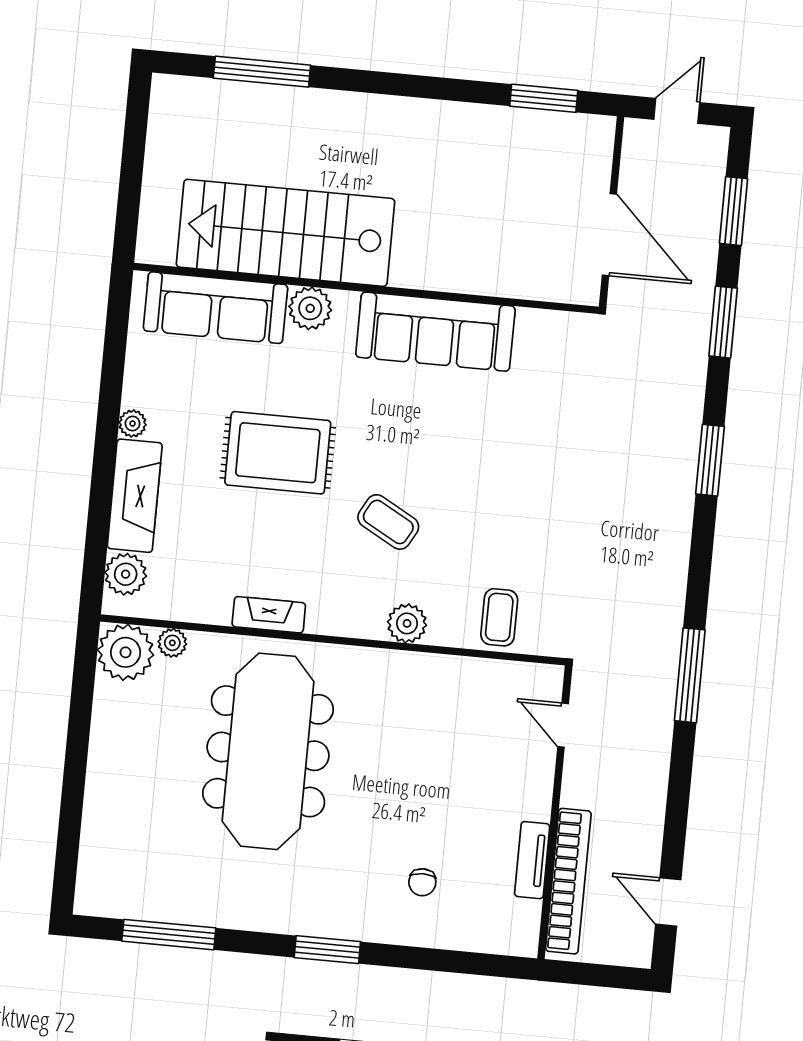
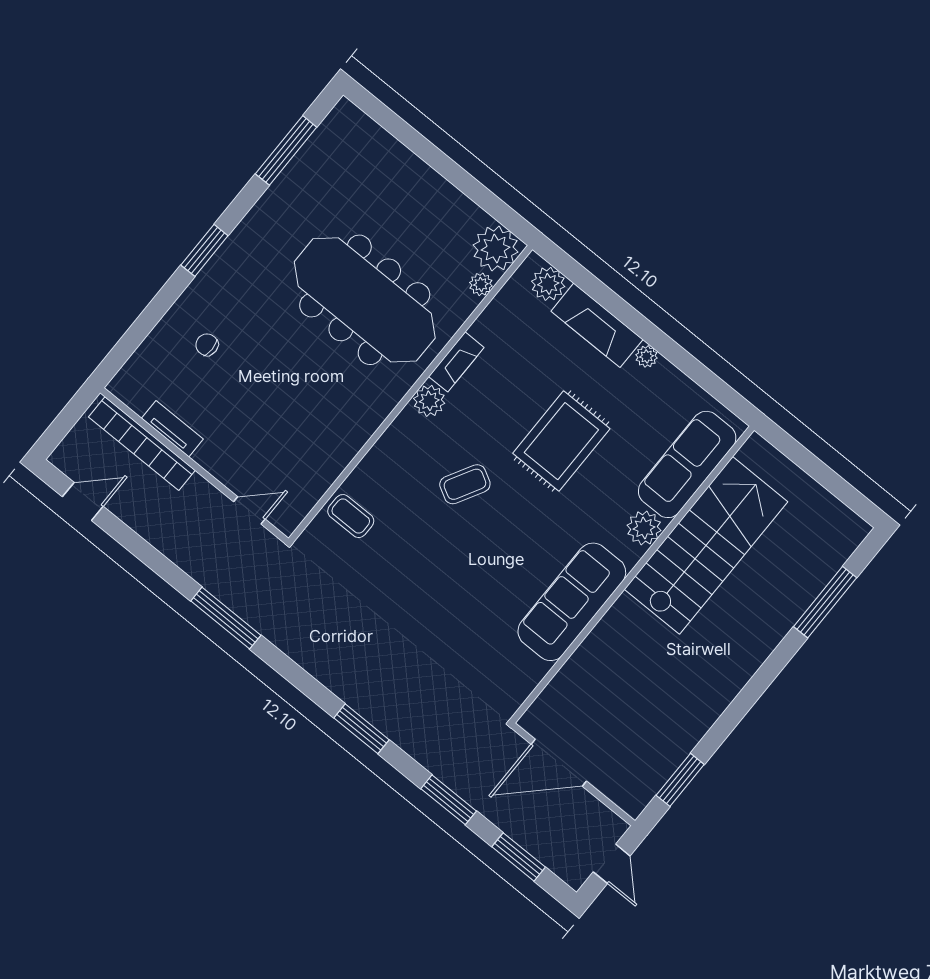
plant: (407, 623) -> (429, 401), moved

